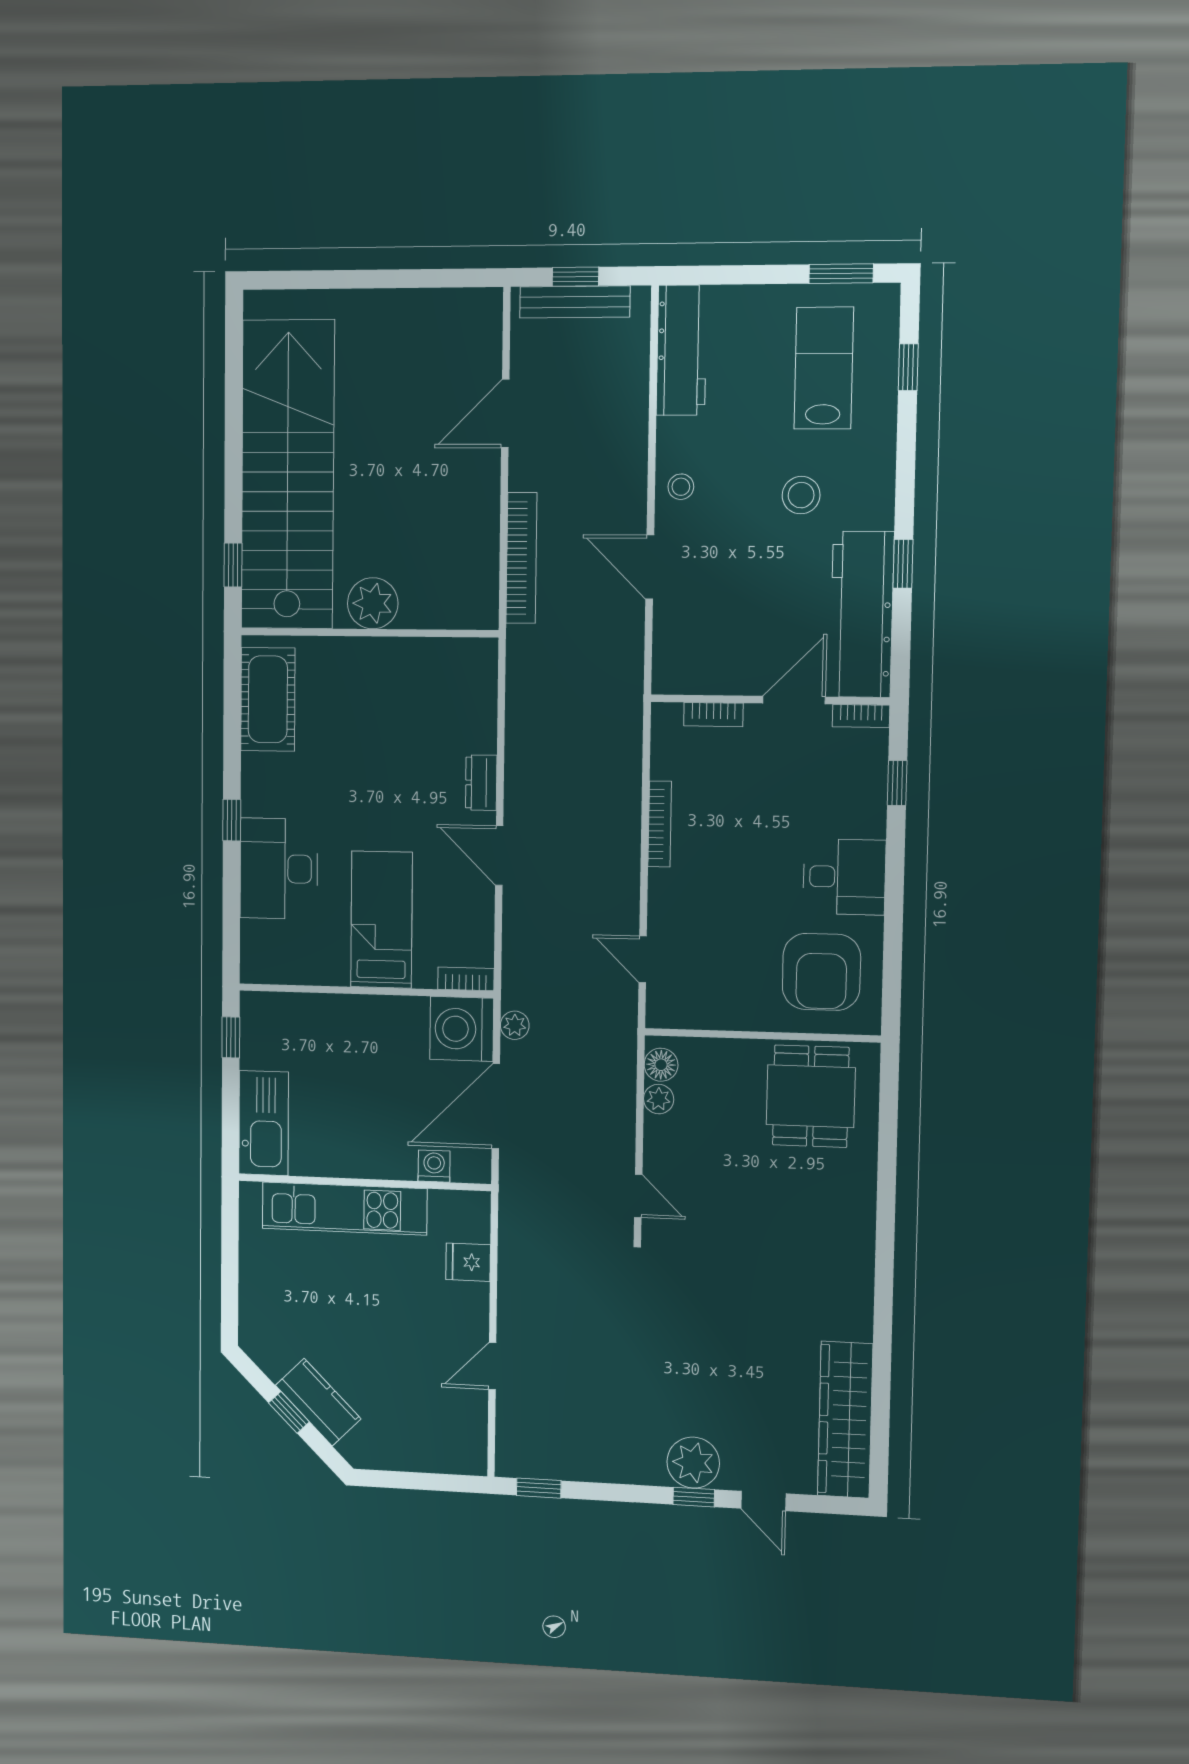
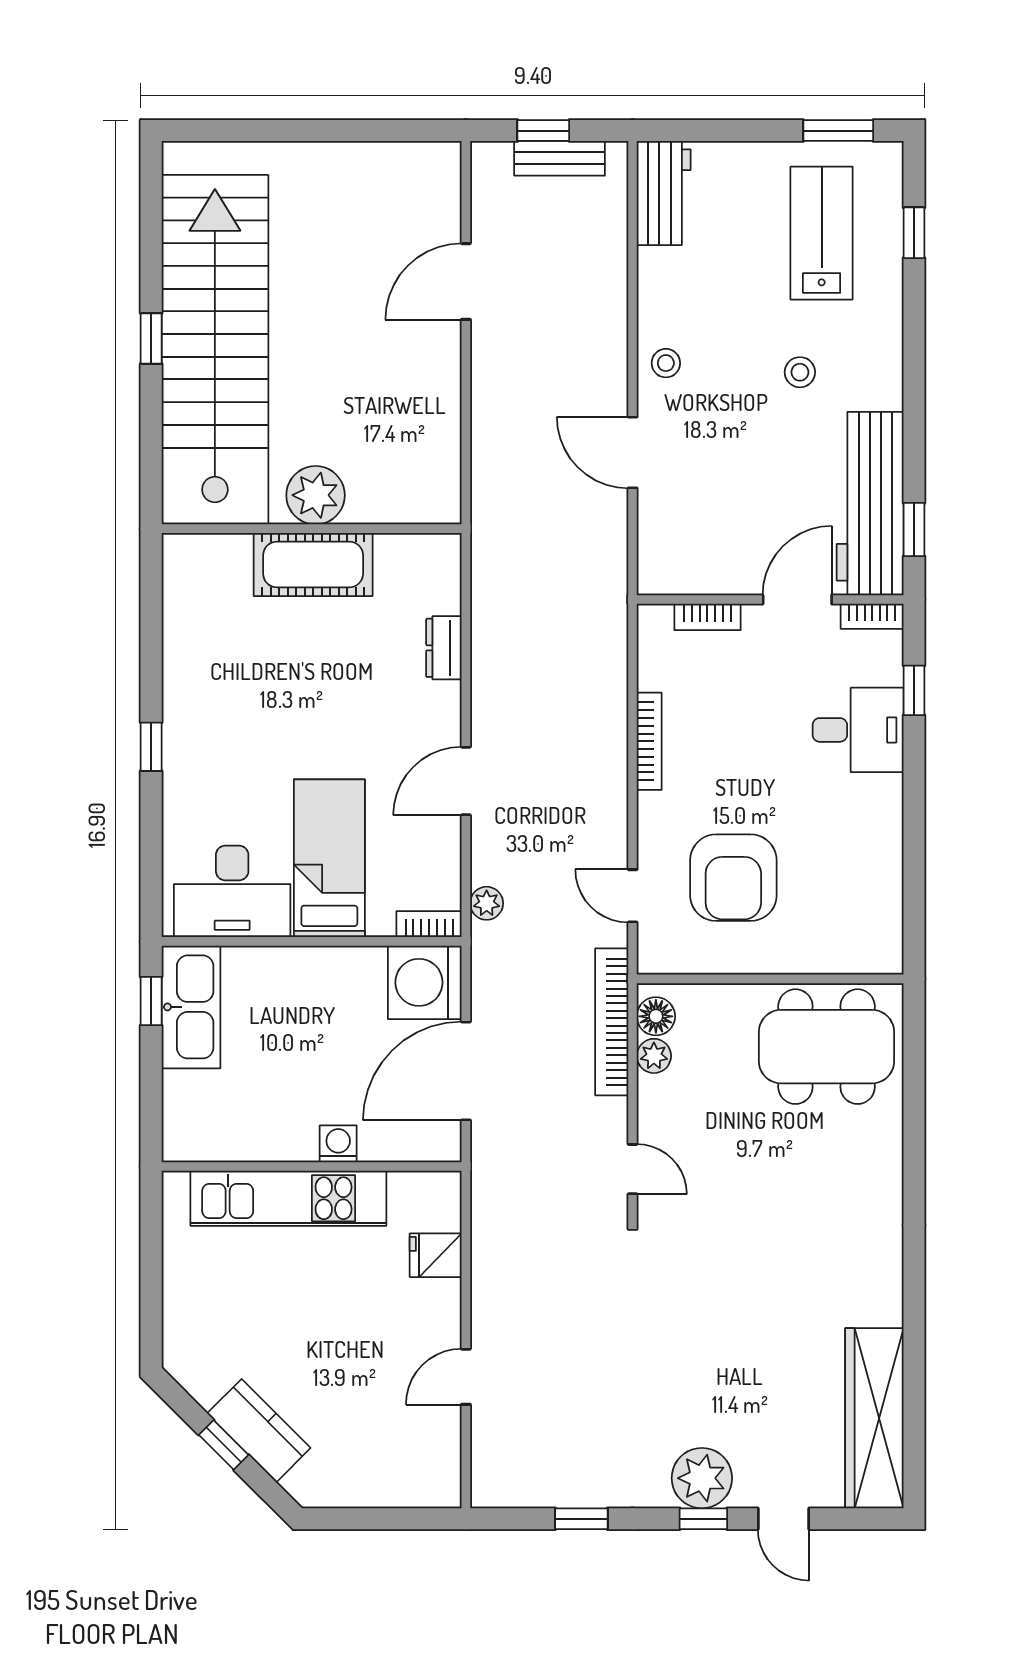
bench: (575, 302) -> (560, 158), width x0.73
workbench: (681, 350) -> (664, 193), width x0.73
stool: (801, 495) -> (800, 372), width x0.73, depth x0.73
bookcase: (521, 558) -> (612, 1022), moved, turned 180
window: (903, 564) -> (914, 530), moved
window: (233, 565) -> (151, 338), moved
cot: (268, 699) -> (313, 564), moved, turned 90
dresser: (481, 783) -> (444, 648), moved
door: (499, 855) -> (466, 781), hinge flipped
desk: (279, 869) -> (232, 891), moved, turned -90
desk: (844, 877) -> (858, 730), moved
armchair: (821, 972) -> (733, 878), moved
plant: (515, 1025) -> (487, 903), moved
dining table: (811, 1096) -> (827, 1047), width x1.38
kitchen sink: (264, 1123) -> (191, 1007), moved
washing machine: (434, 1166) -> (338, 1144), moved
window: (539, 1488) -> (581, 1519), moved

